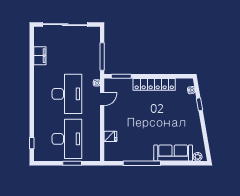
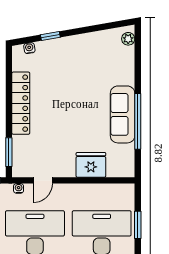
door: (102, 99) -> (43, 180), swing flipped
fridge: (110, 136) -> (91, 165), width x1.88, depth x1.34
sofa: (173, 153) -> (123, 114), moved

